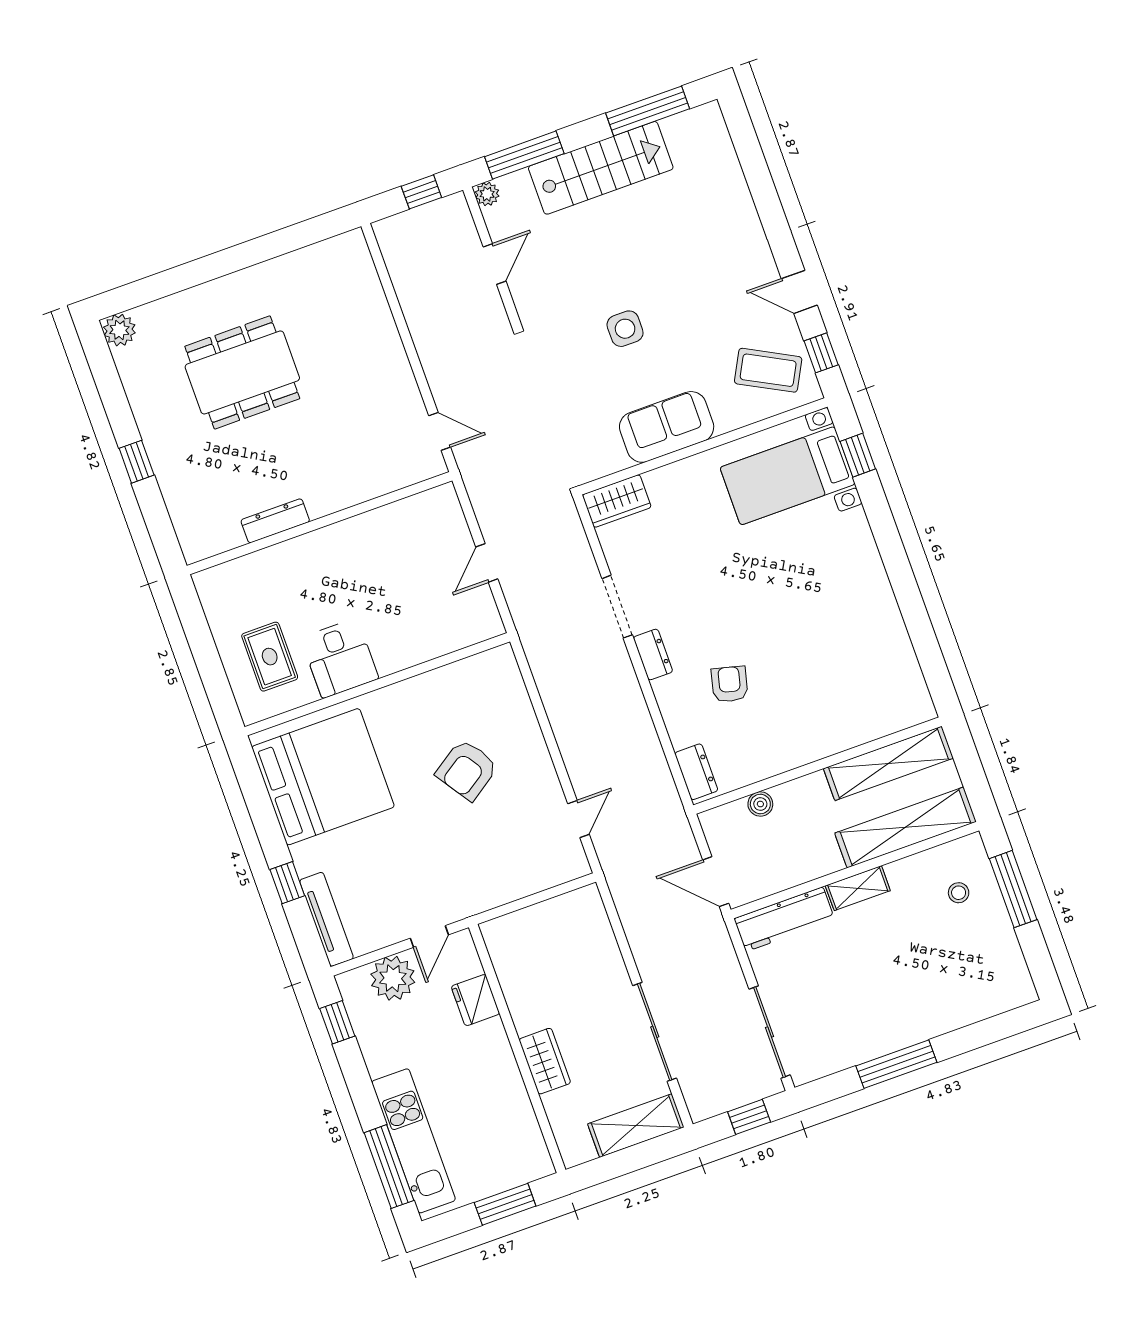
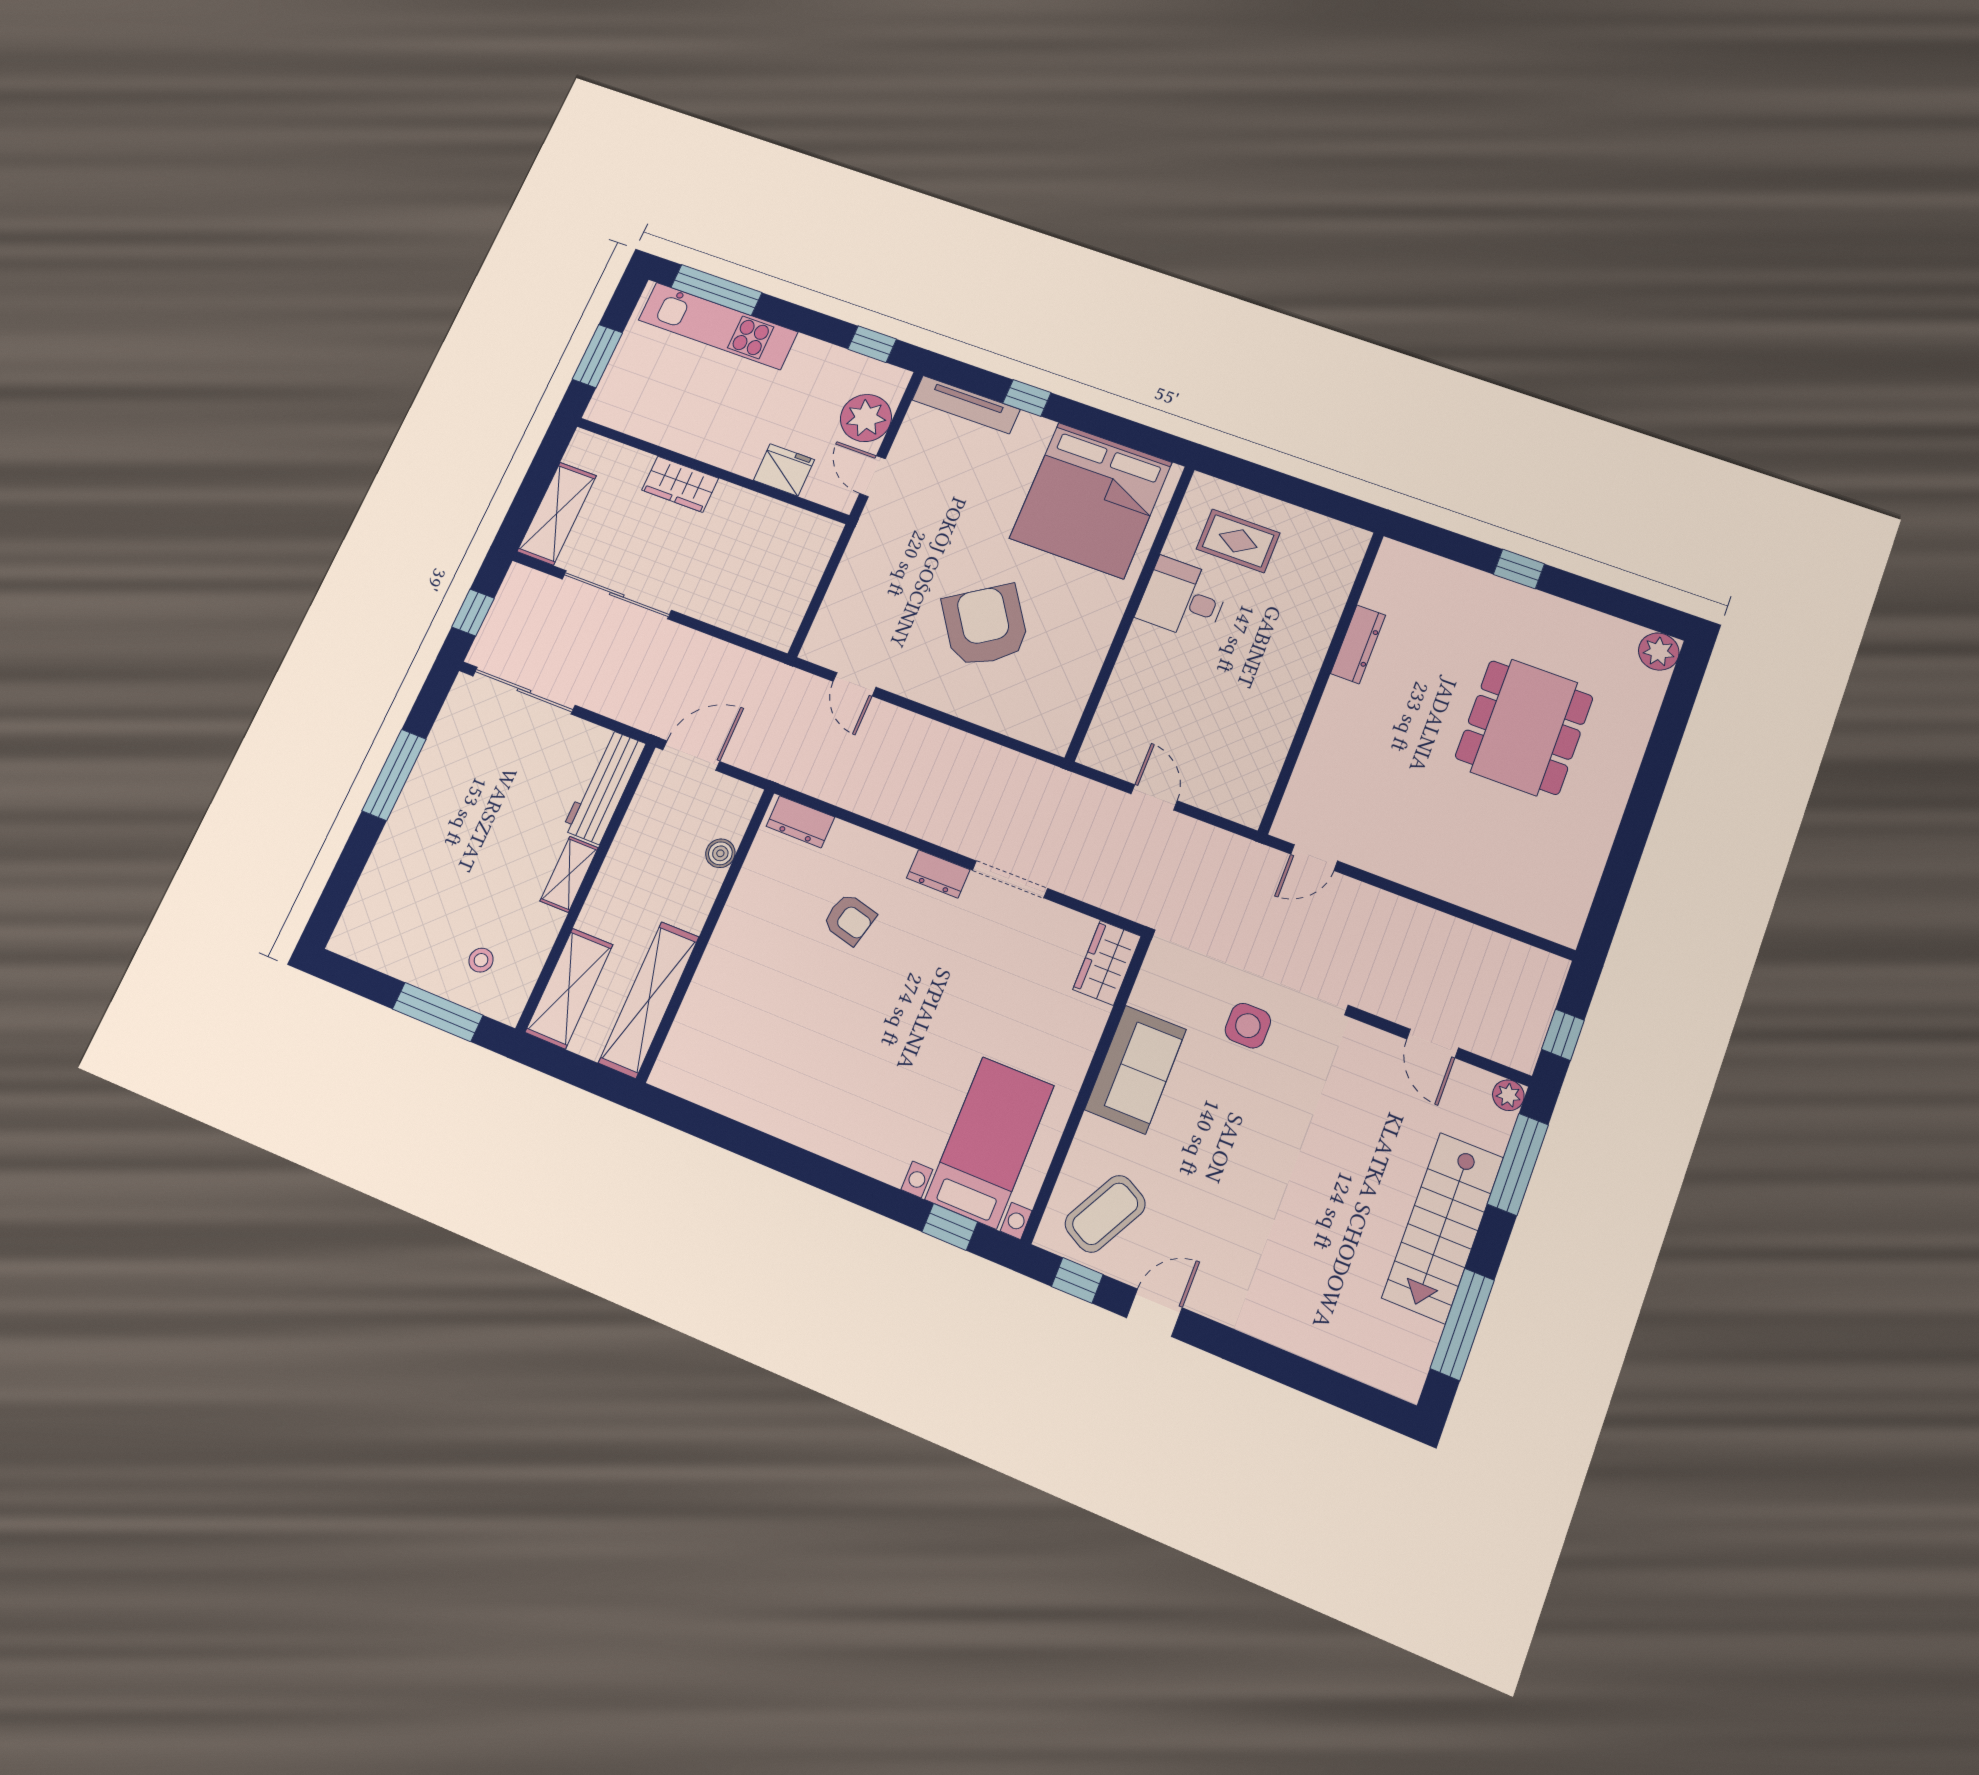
side table: (625, 329) -> (1248, 1026), moved
armchair: (467, 770) -> (985, 626), width x1.36, depth x1.36
shelving: (905, 827) -> (569, 988), width x0.68

